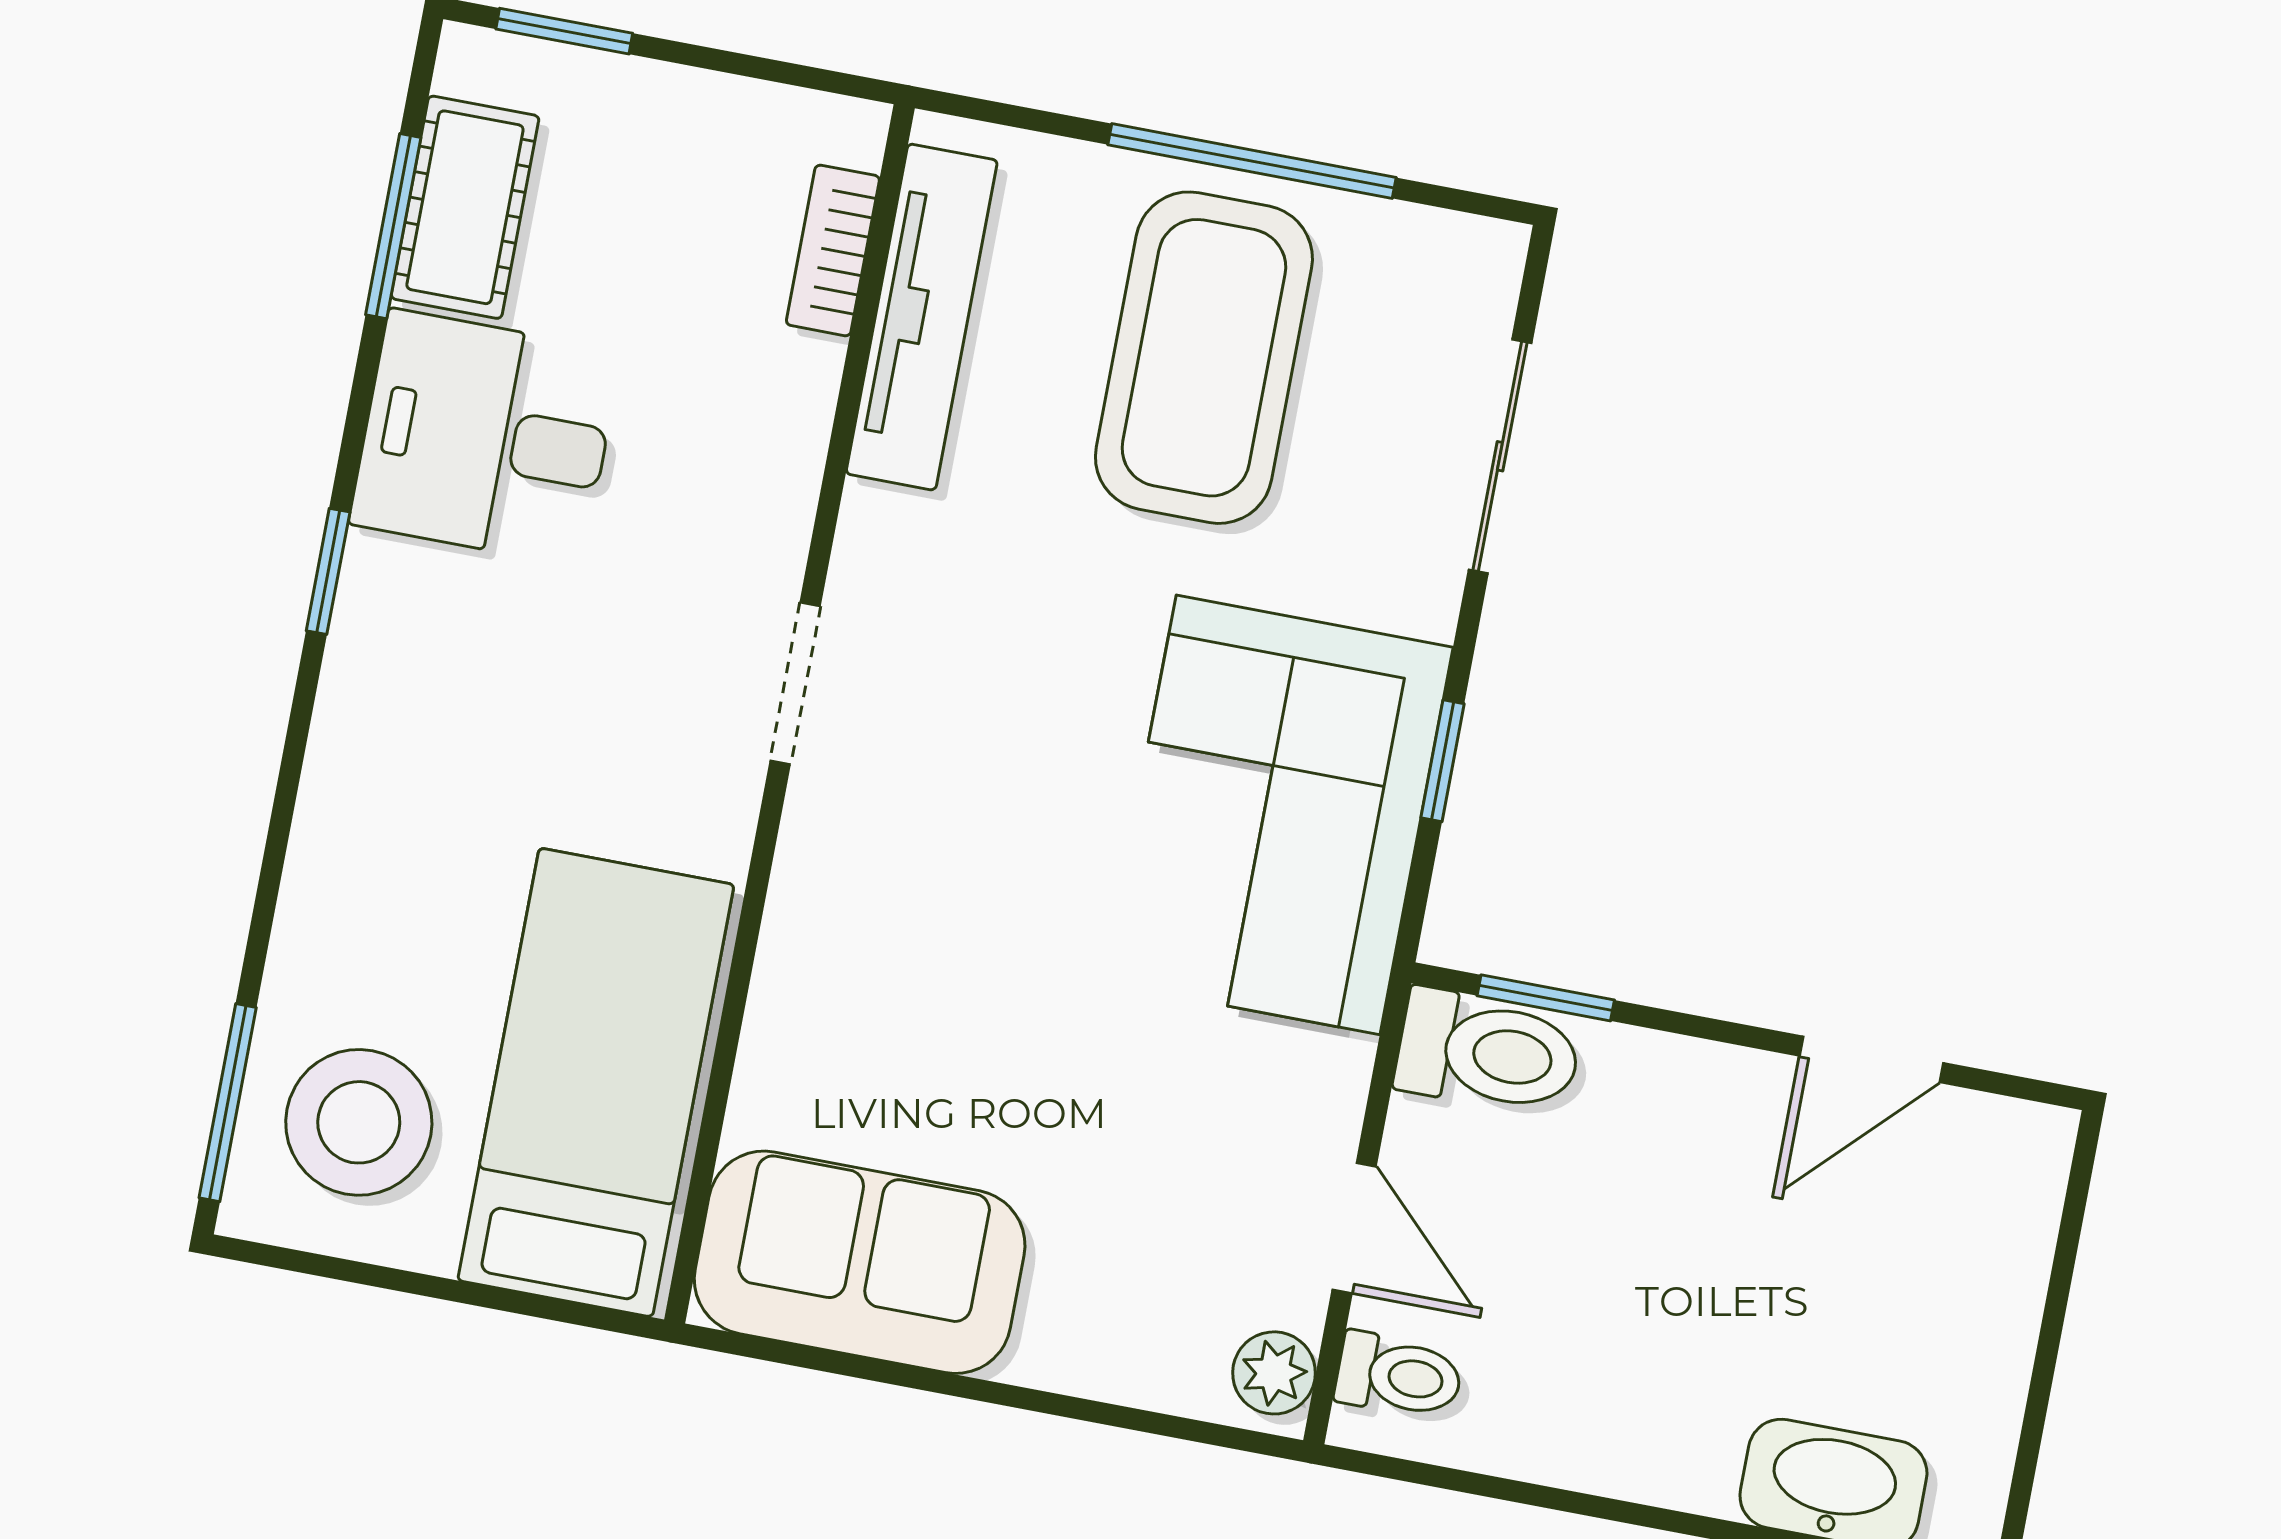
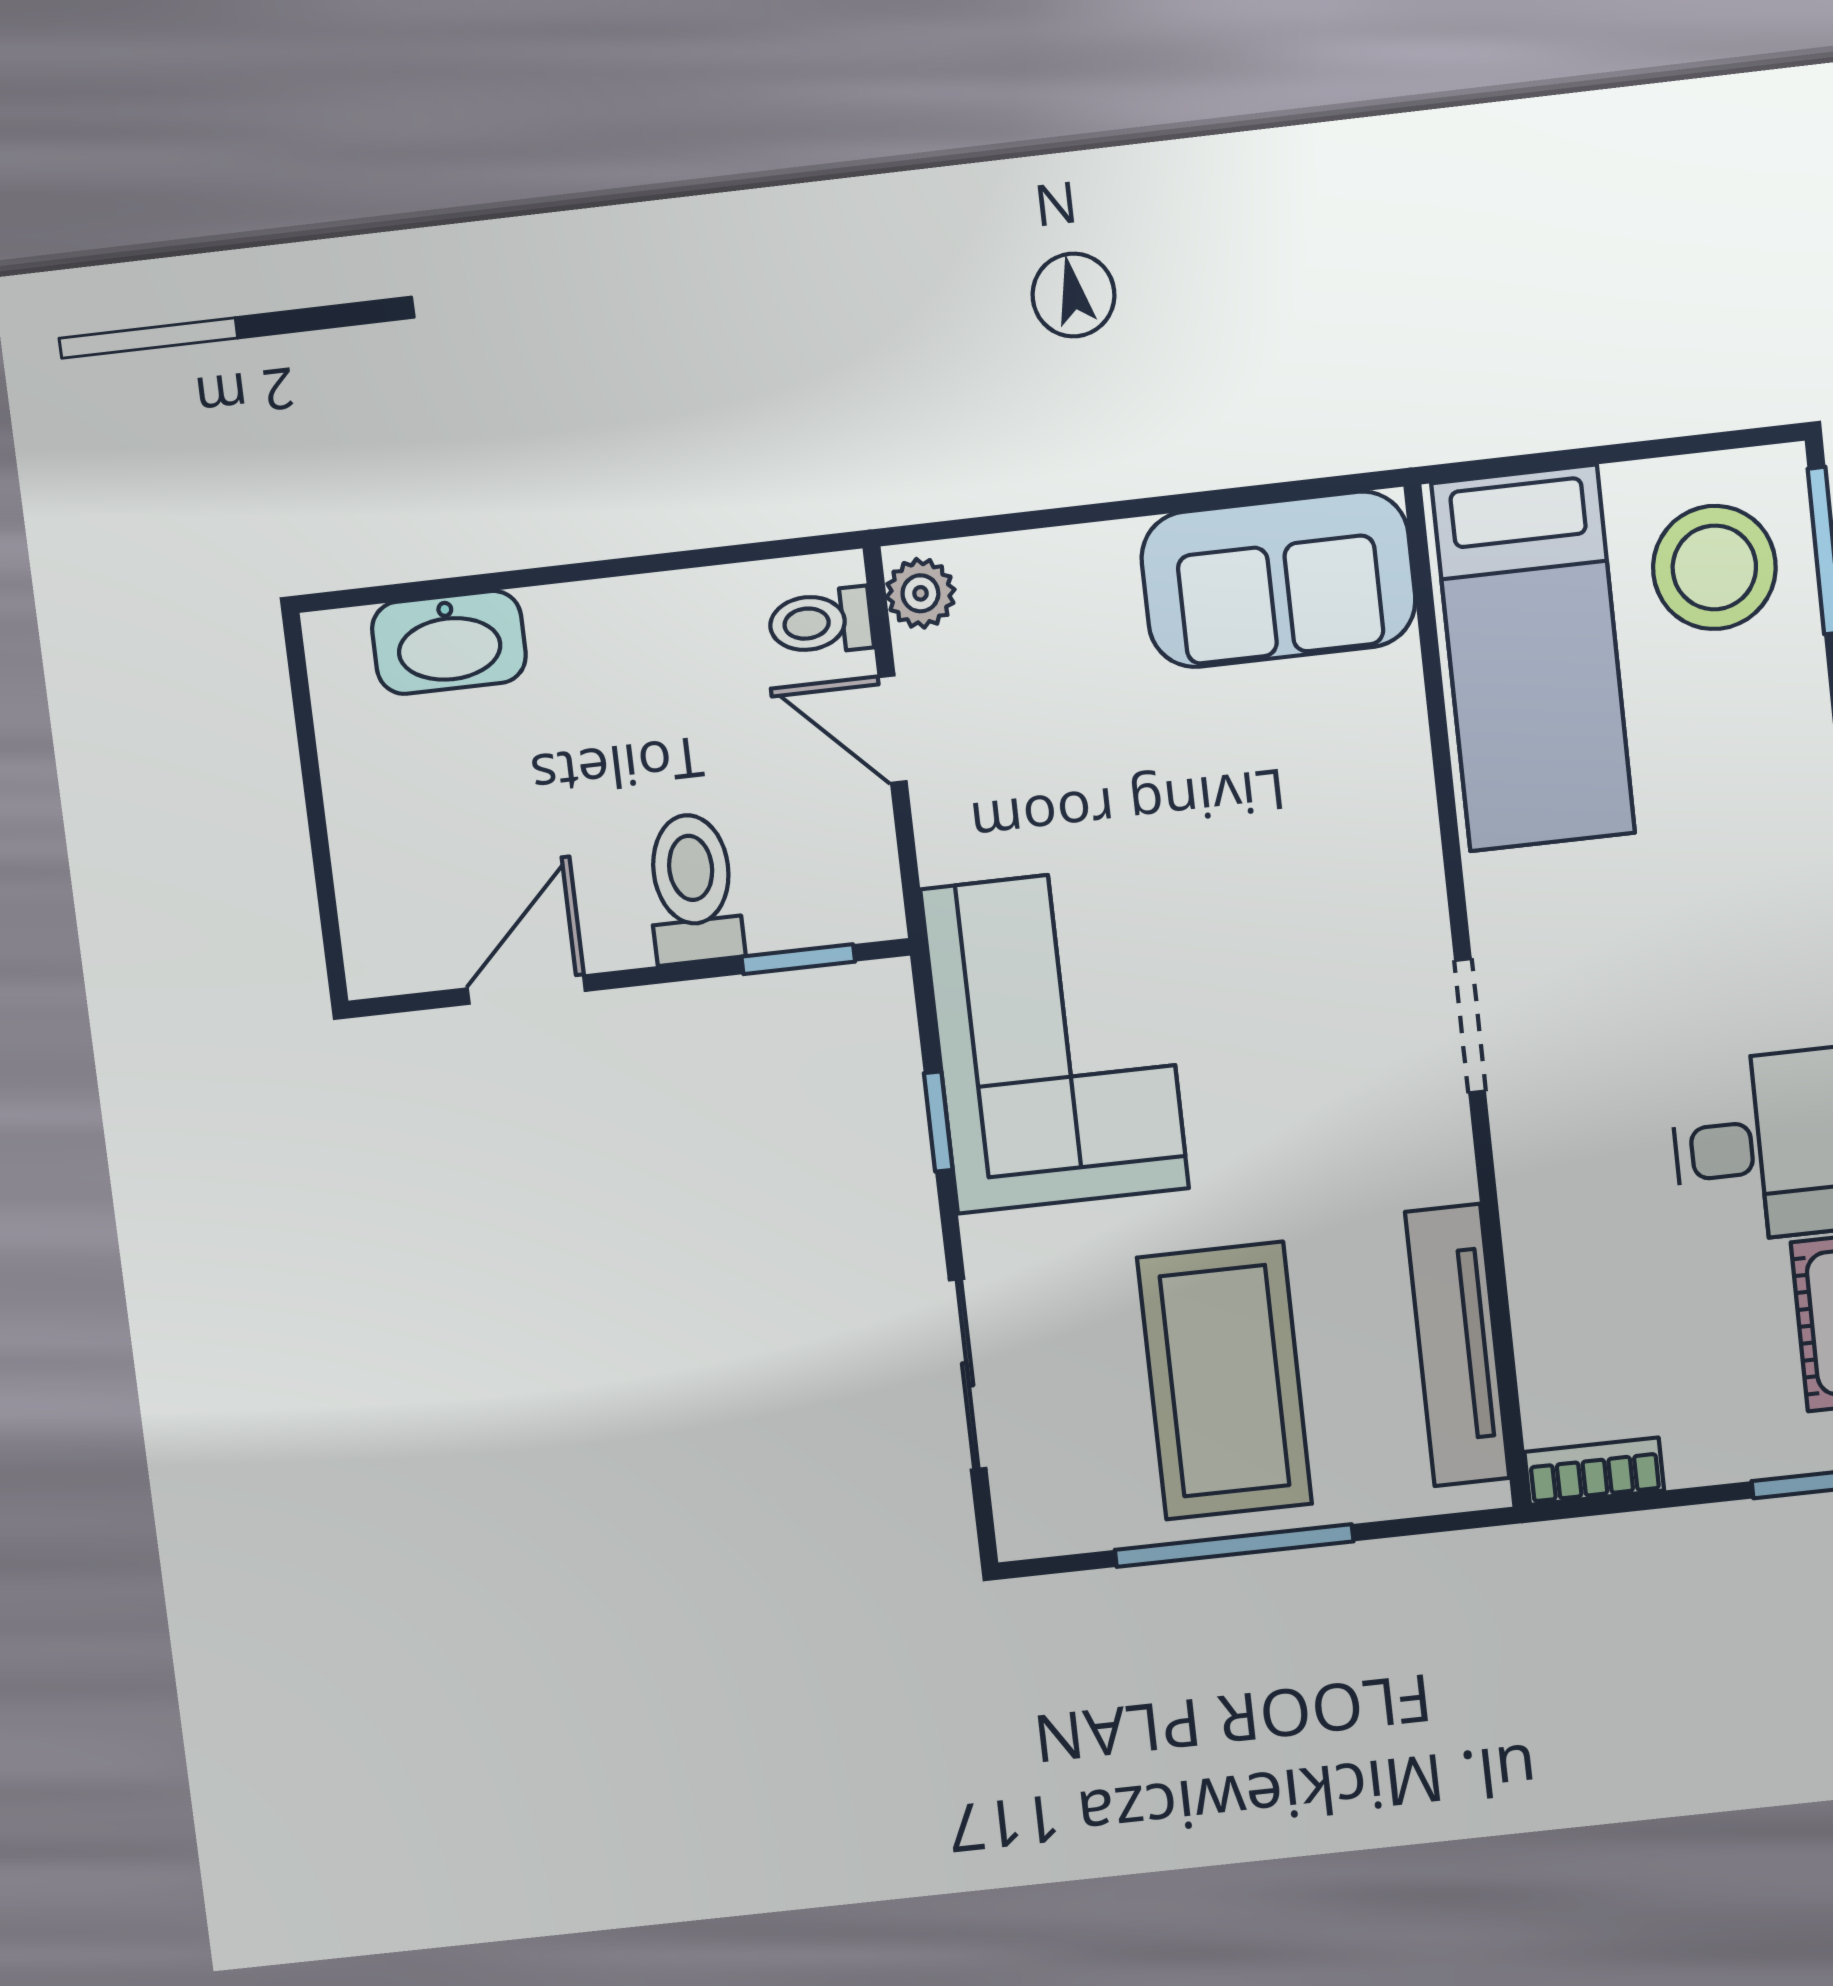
bookcase: (833, 250) -> (1594, 1471), moved, turned -90
toilet: (1488, 1052) -> (693, 888), moved, turned 90

